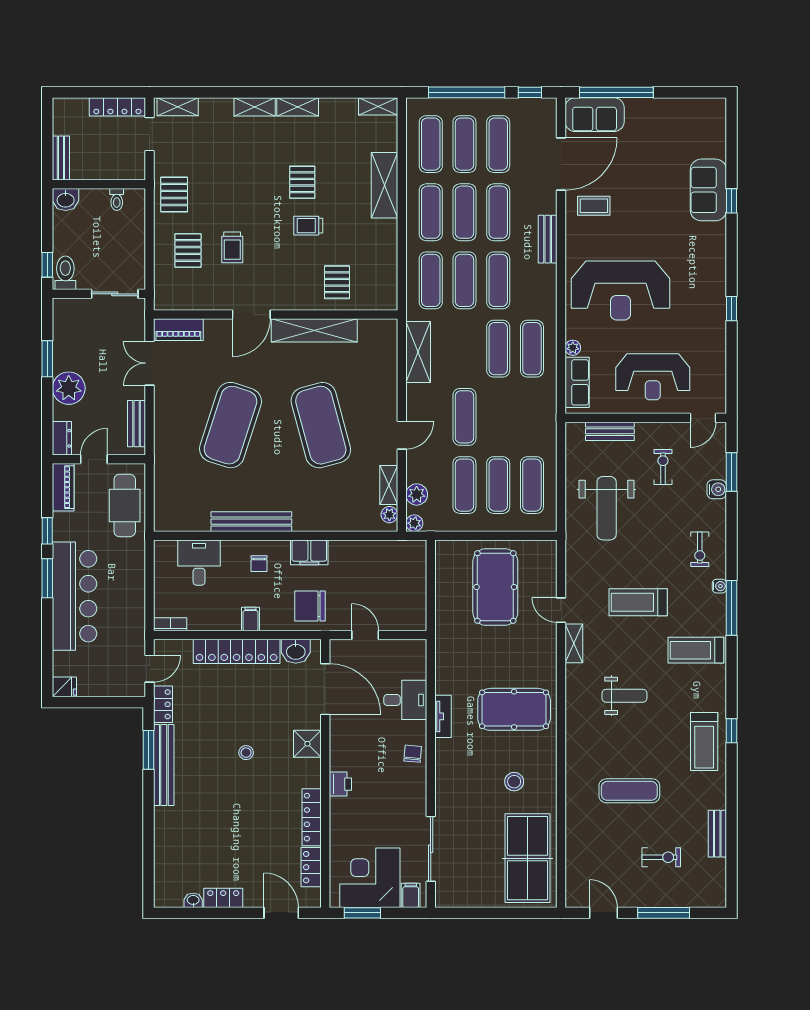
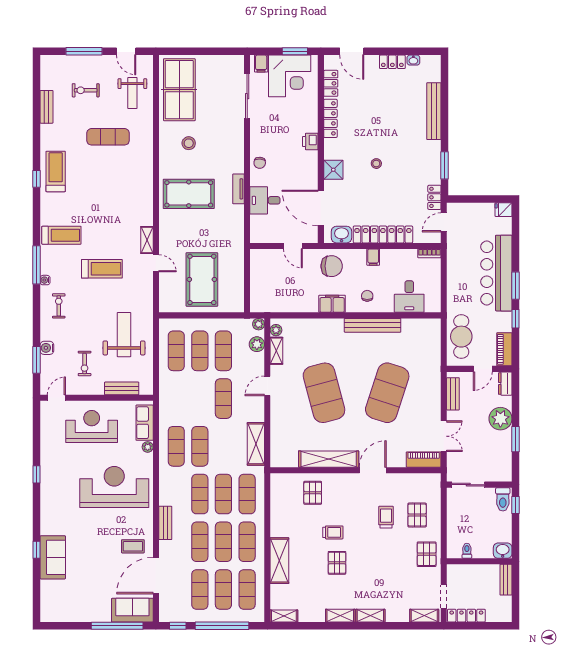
weight bench: (624, 696) -> (132, 93), moved, turned -90
bench: (164, 765) -> (434, 111), moved

